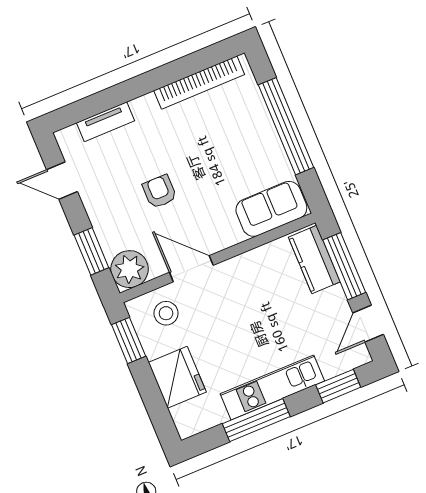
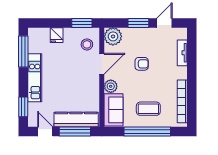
coffee table: (241, 142) -> (148, 109), added
plant: (228, 233) -> (111, 86), added
window: (91, 251) -> (138, 23), moved
kitchen counter: (314, 260) -> (76, 120), width x1.50
fridge: (177, 377) -> (57, 35), width x0.53, depth x0.75
window: (256, 420) -> (23, 52), moved

